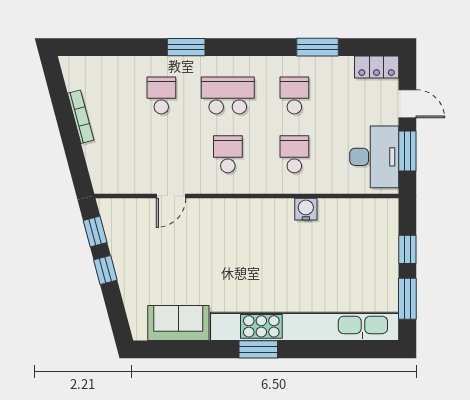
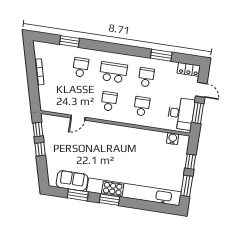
window: (186, 47) -> (70, 41), moved
water cooler: (306, 209) -> (173, 139), moved
window: (194, 349) -> (78, 195), added

